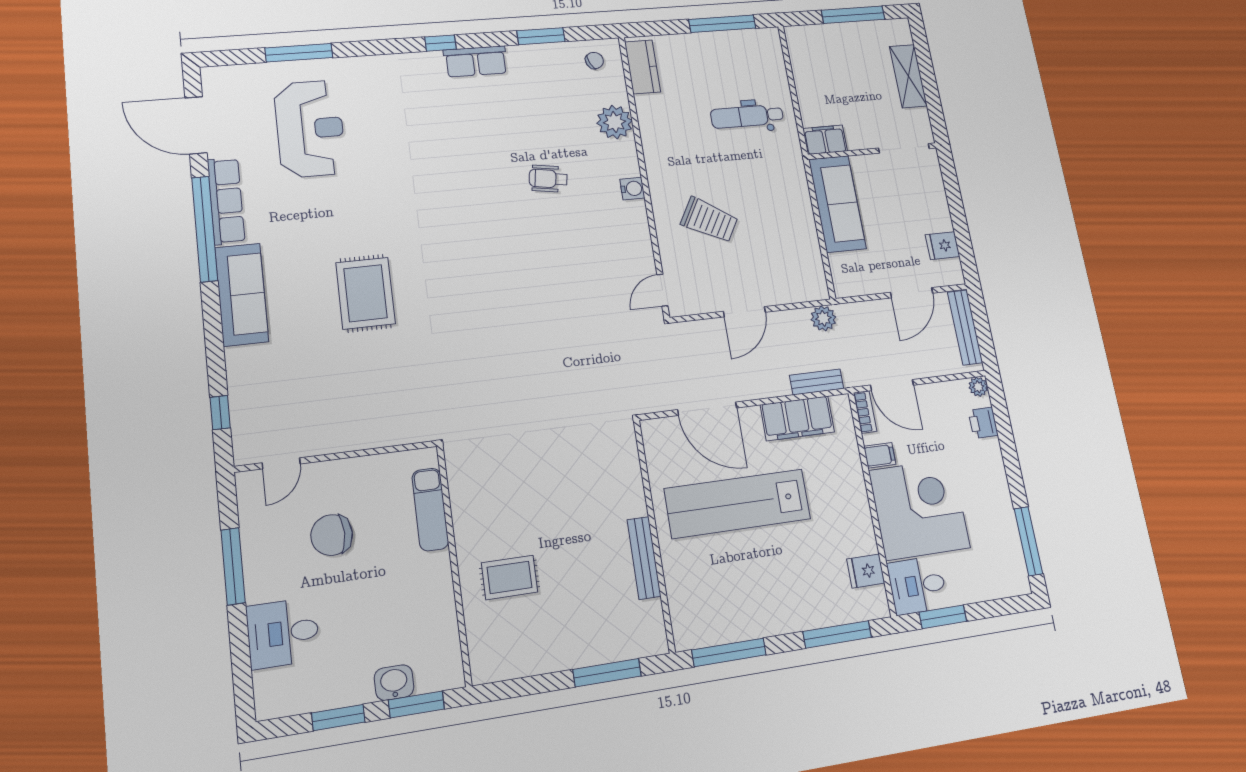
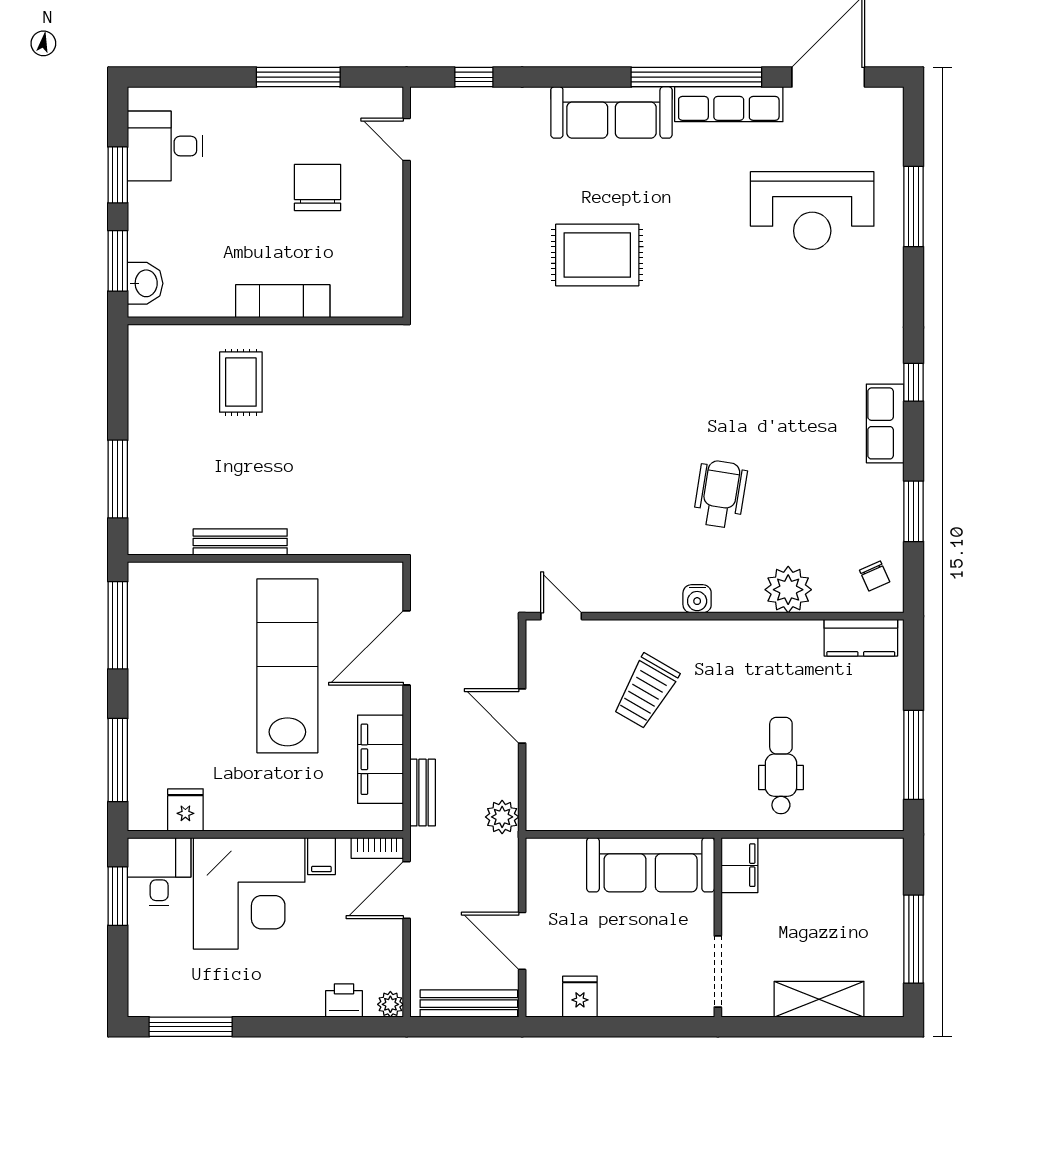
wheelchair: (548, 179) -> (720, 494), width x1.36, depth x1.37
exam couch: (430, 509) -> (283, 301), moved
desk: (283, 633) -> (165, 146), moved, turned -90
washbasin: (394, 683) -> (145, 283), moved

